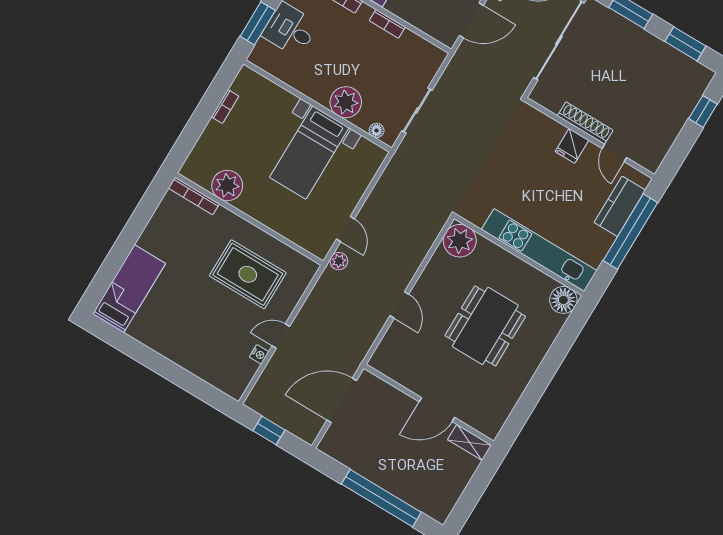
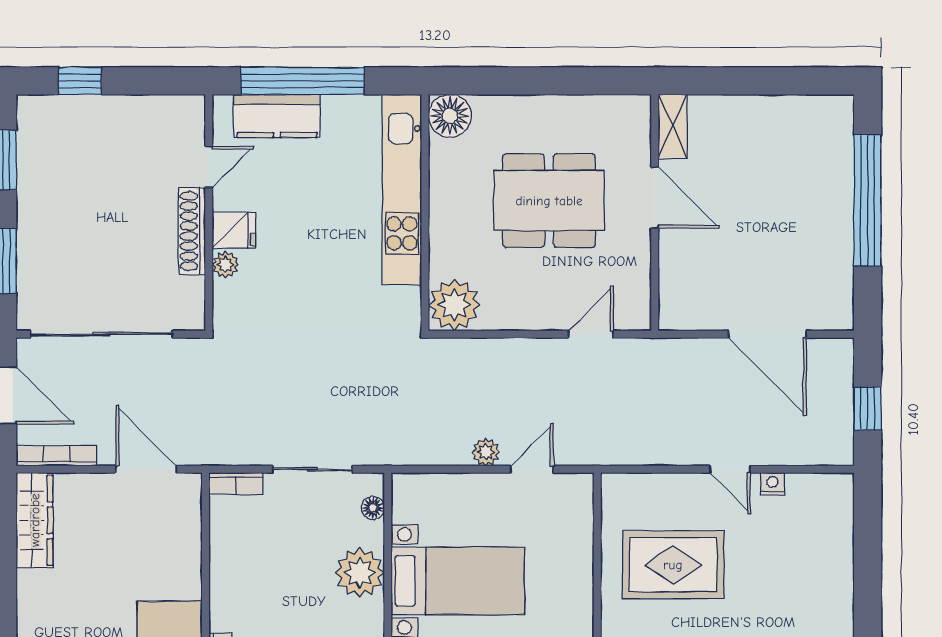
bookcase: (387, 24) -> (236, 483), moved, turned 90
plant: (556, 130) -> (225, 264), added
plant: (339, 261) -> (486, 452), moved
rug: (248, 274) -> (673, 565), turned 90
wall: (429, 405) -> (655, 213), moved
door: (437, 410) -> (655, 198), moved
shelving: (470, 442) -> (673, 127), moved

